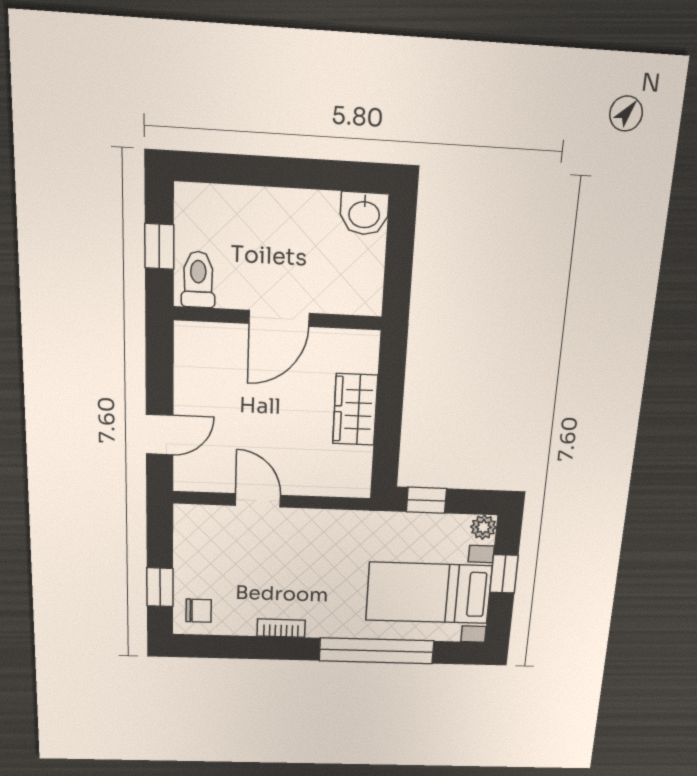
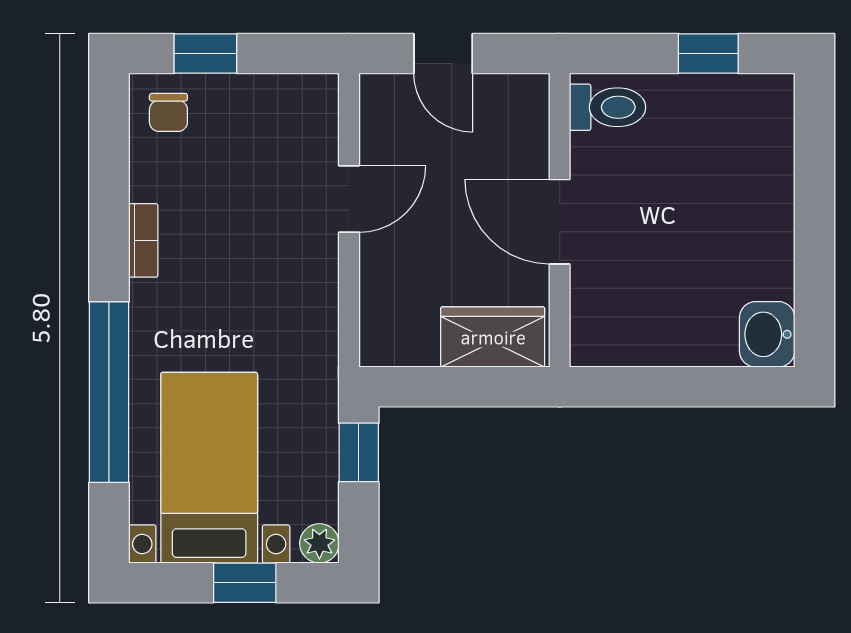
toilet: (198, 280) -> (608, 107), moved
wall: (278, 318) -> (560, 220), moved
door: (279, 318) -> (560, 222), moved

